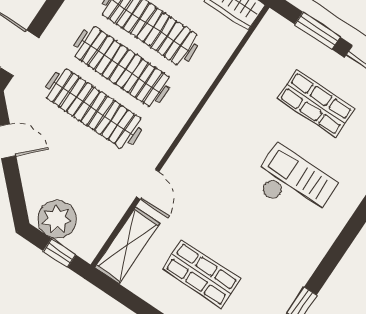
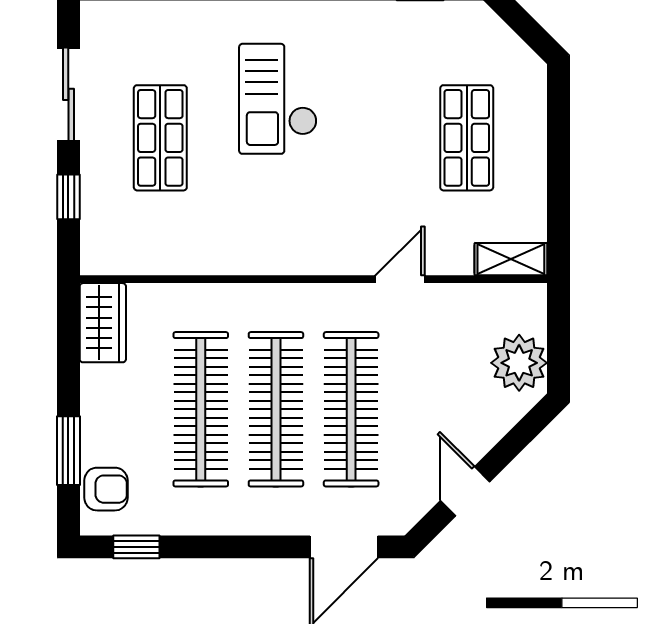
window: (317, 31) -> (68, 197), width x0.67
shelving: (127, 245) -> (511, 259), width x0.67, depth x0.75
window: (60, 253) -> (559, 331), removed

